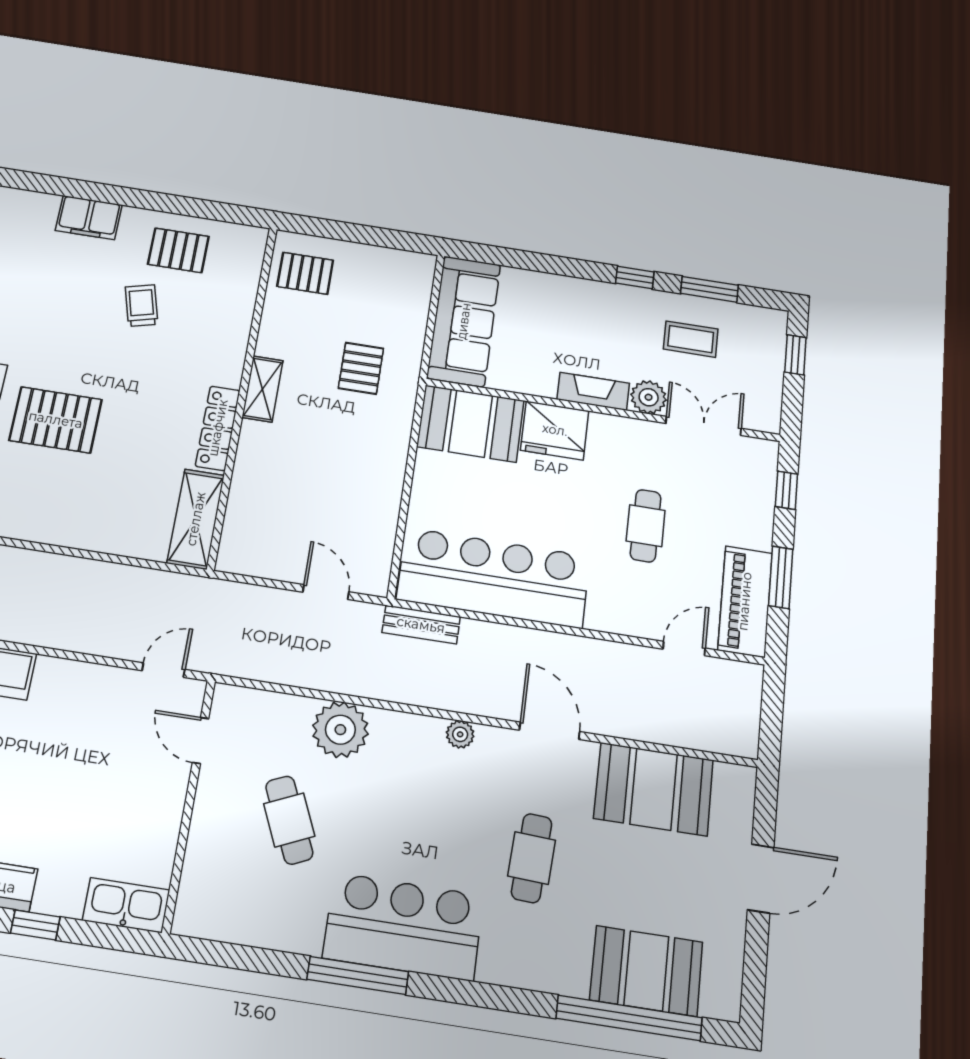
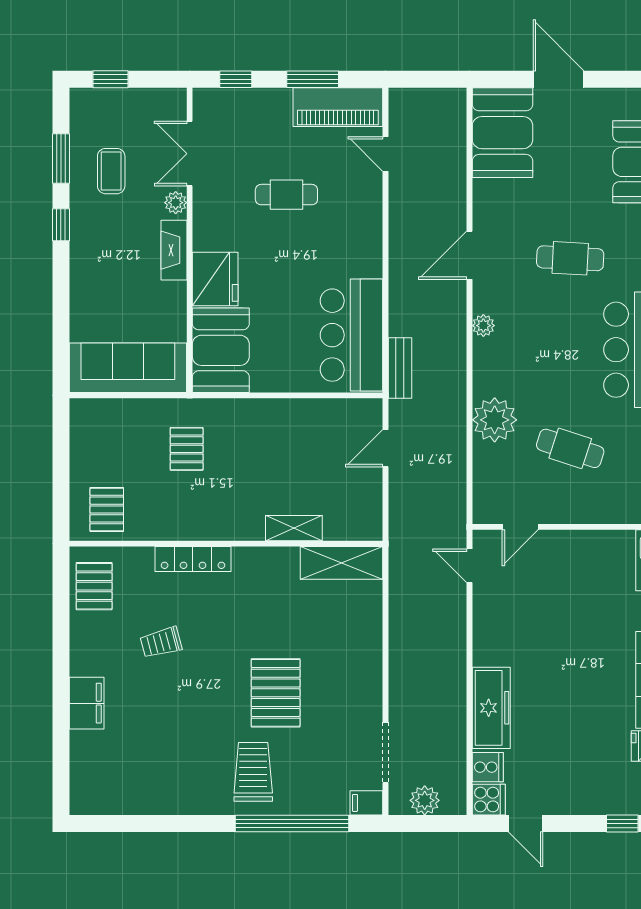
pallet: (178, 250) -> (94, 586), moved
pallet: (361, 368) -> (187, 449), turned 90
shelving: (262, 389) -> (294, 528), moved
plant: (649, 397) -> (176, 203), width x0.73, depth x0.73
locker: (218, 428) -> (193, 559), moved
bar counter: (494, 578) -> (352, 335), width x0.73
booth: (654, 789) -> (502, 133), moved
cafe table: (289, 820) -> (570, 448), turned 42

